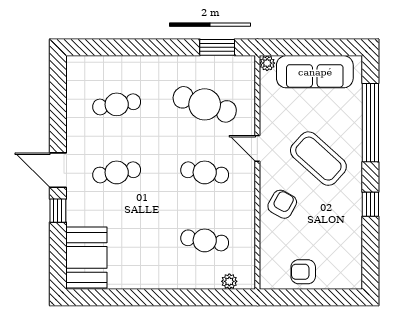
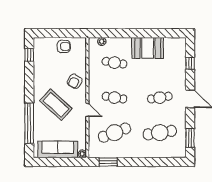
window: (58, 94) -> (190, 138), added
cafe table: (117, 104) -> (160, 133), width x1.37, depth x1.35
cafe table: (205, 104) -> (114, 133), turned -39
window: (370, 204) -> (29, 55), moved
window: (58, 211) -> (190, 63), moved
booth: (86, 257) -> (148, 48), moved, turned 90

